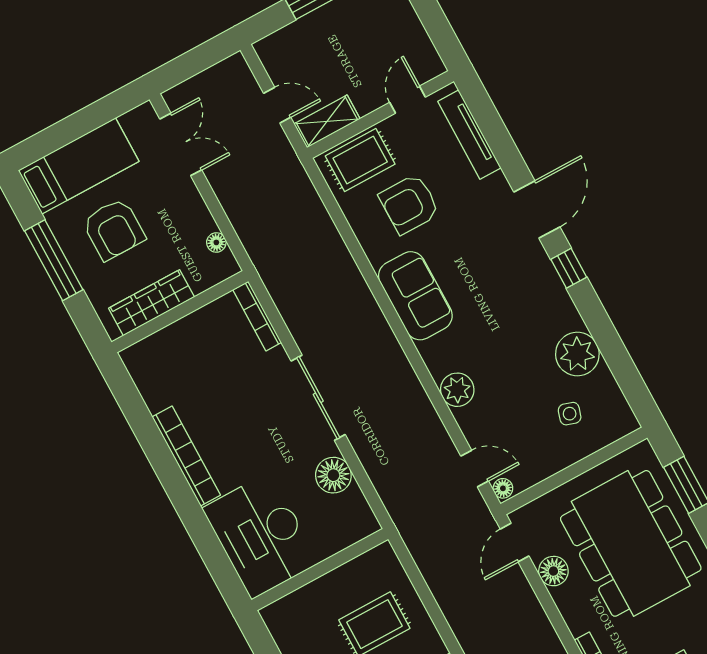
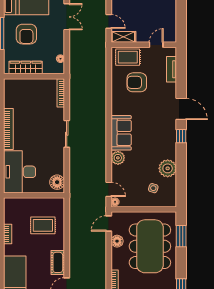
tv unit: (469, 135) -> (172, 69), width x0.71
door: (537, 210) -> (181, 109), hinge flipped
sofa: (415, 296) -> (121, 133), moved
sliding door: (318, 398) -> (67, 134), width x0.73
floor lamp: (333, 475) -> (57, 182), moved

